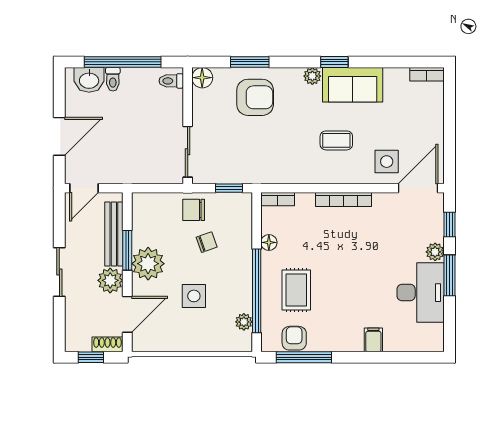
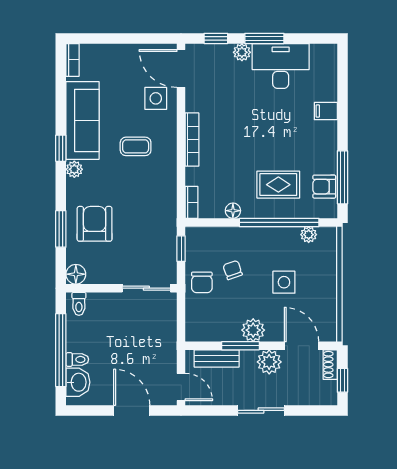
sofa: (353, 85) -> (82, 120), width x1.36
coffee table: (336, 140) -> (136, 146), turned 90
bench: (114, 234) -> (217, 358), width x0.73
plant: (148, 264) -> (253, 330), width x0.73, depth x0.73

